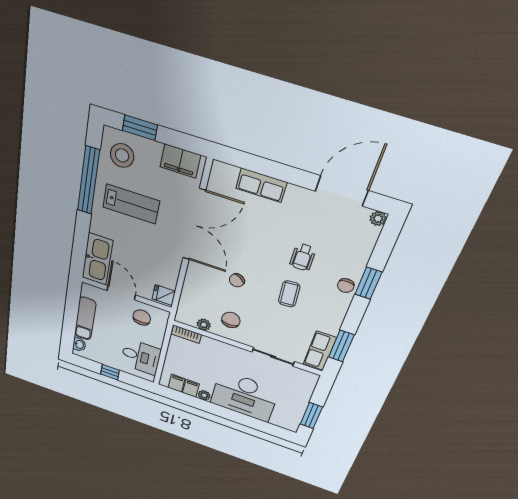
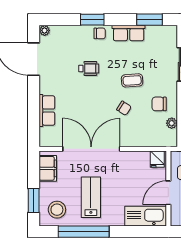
coffee table: (289, 294) -> (132, 80), moved
row of seats: (320, 351) -> (129, 33), moved

